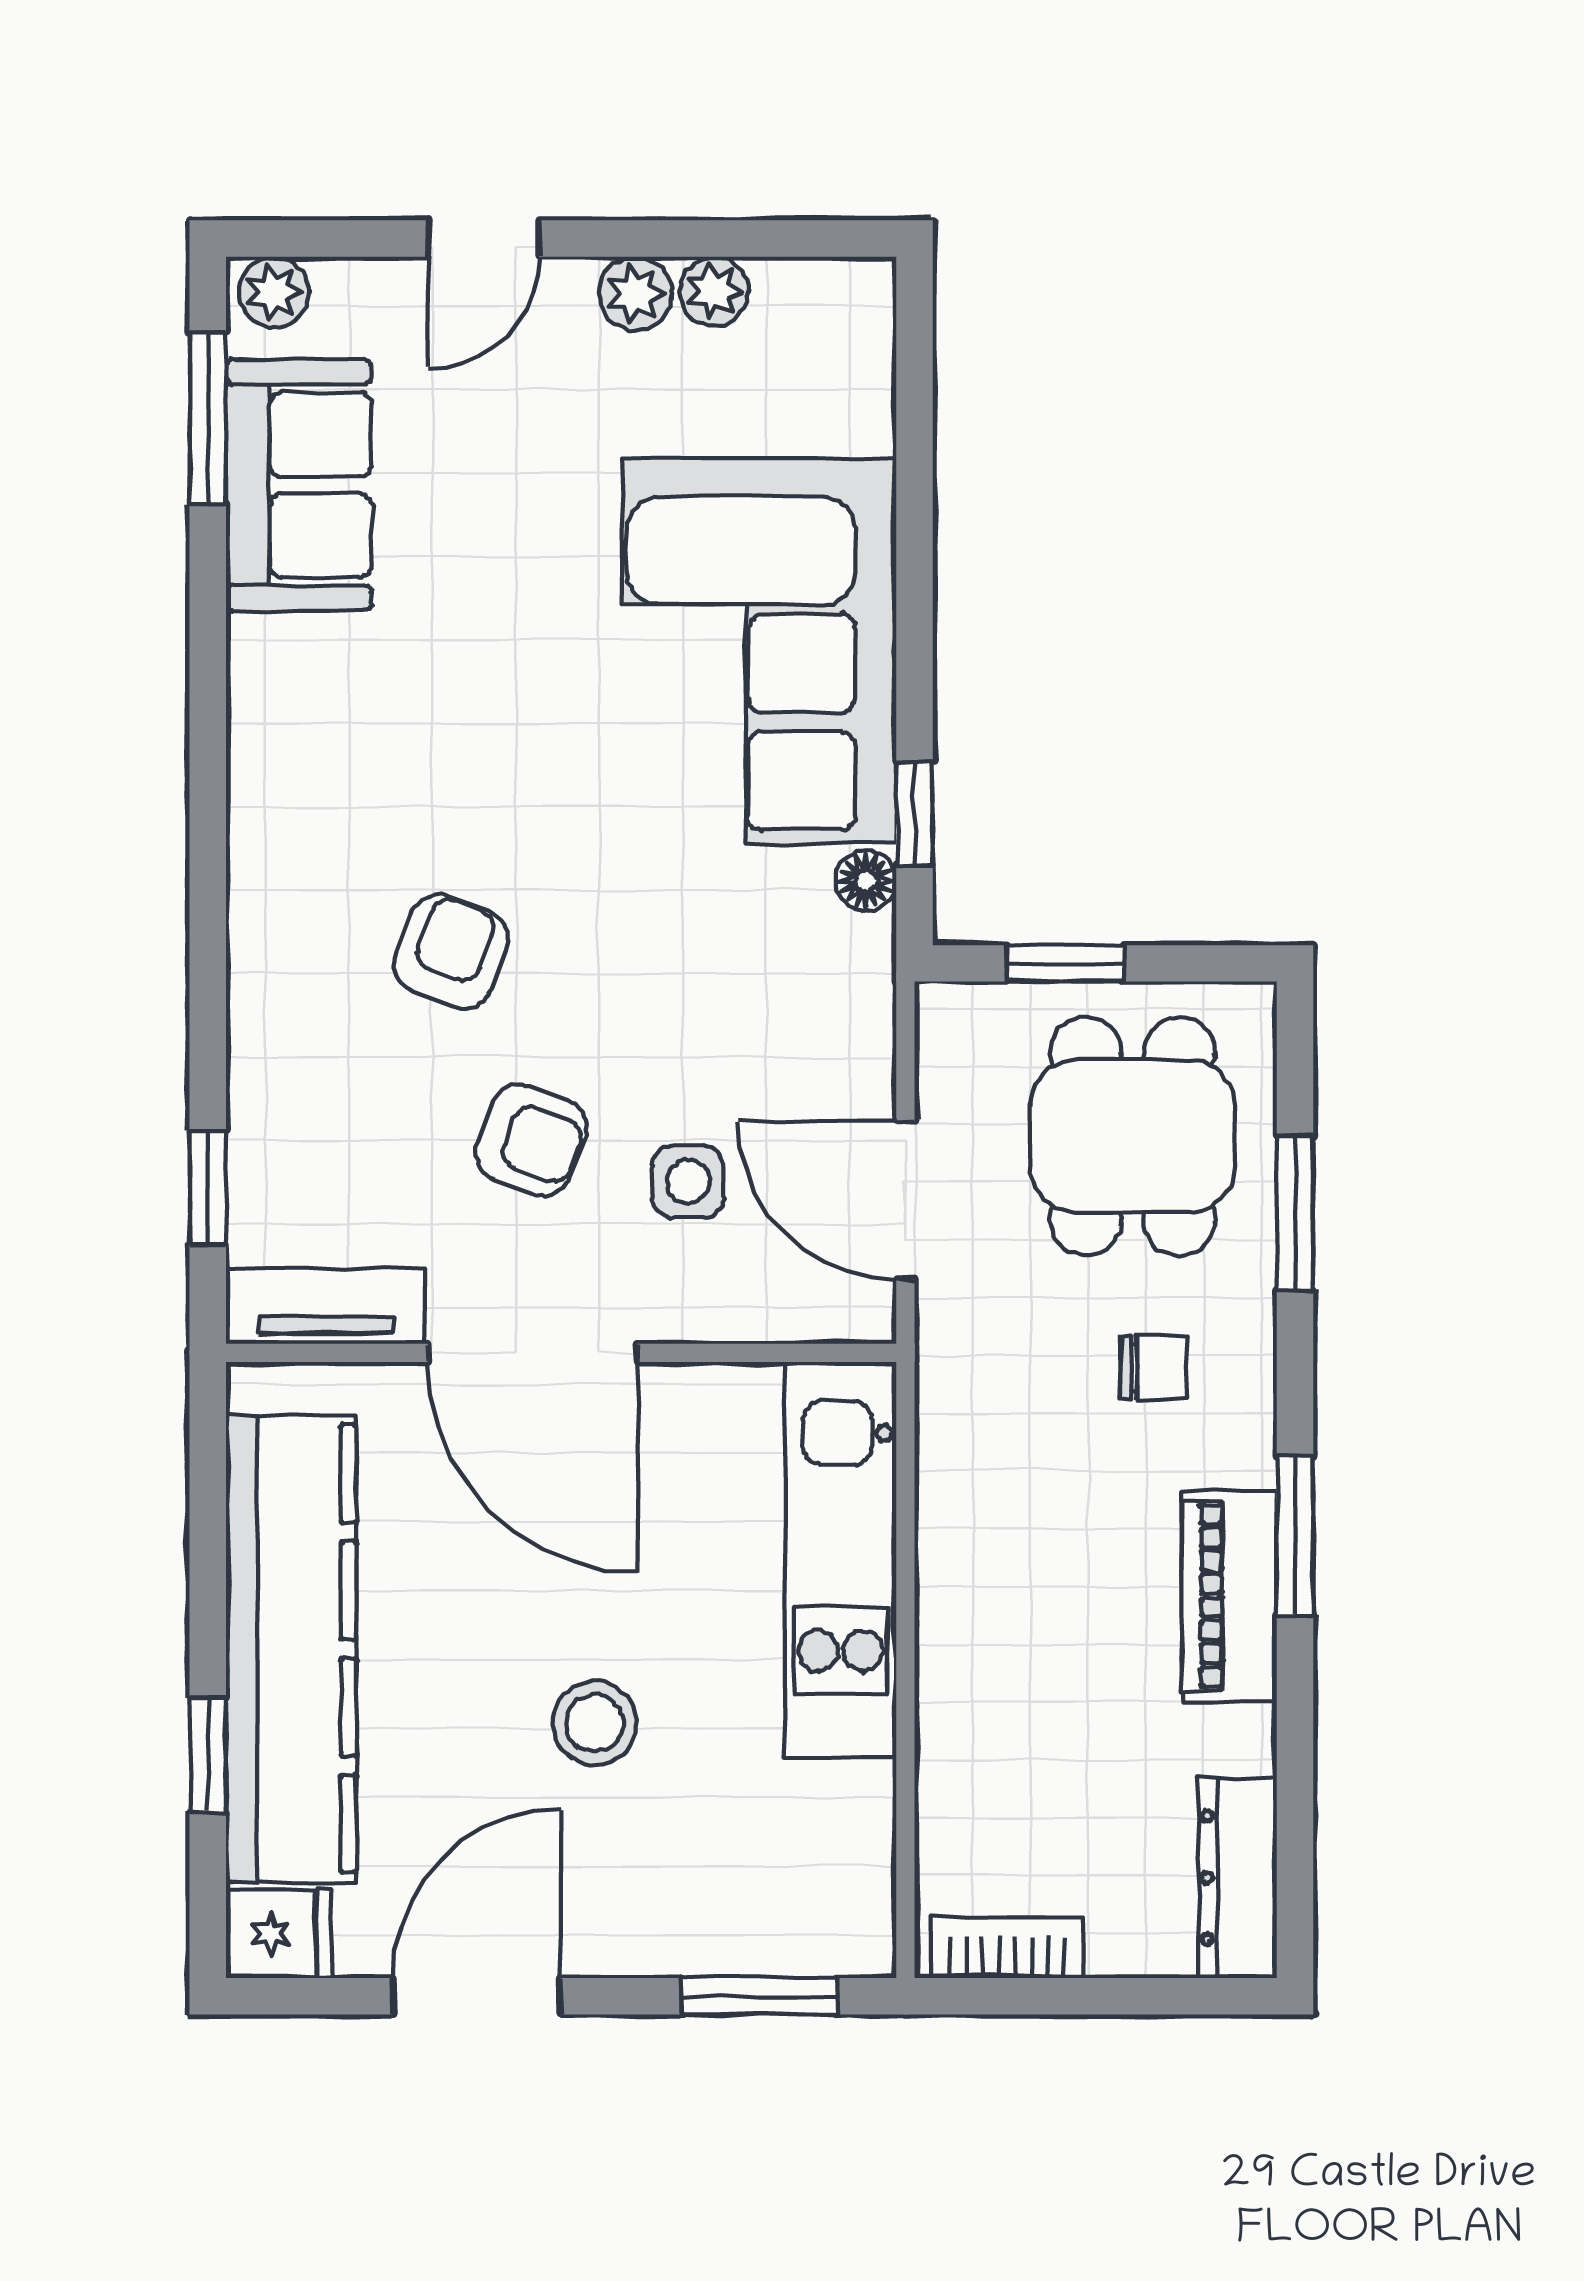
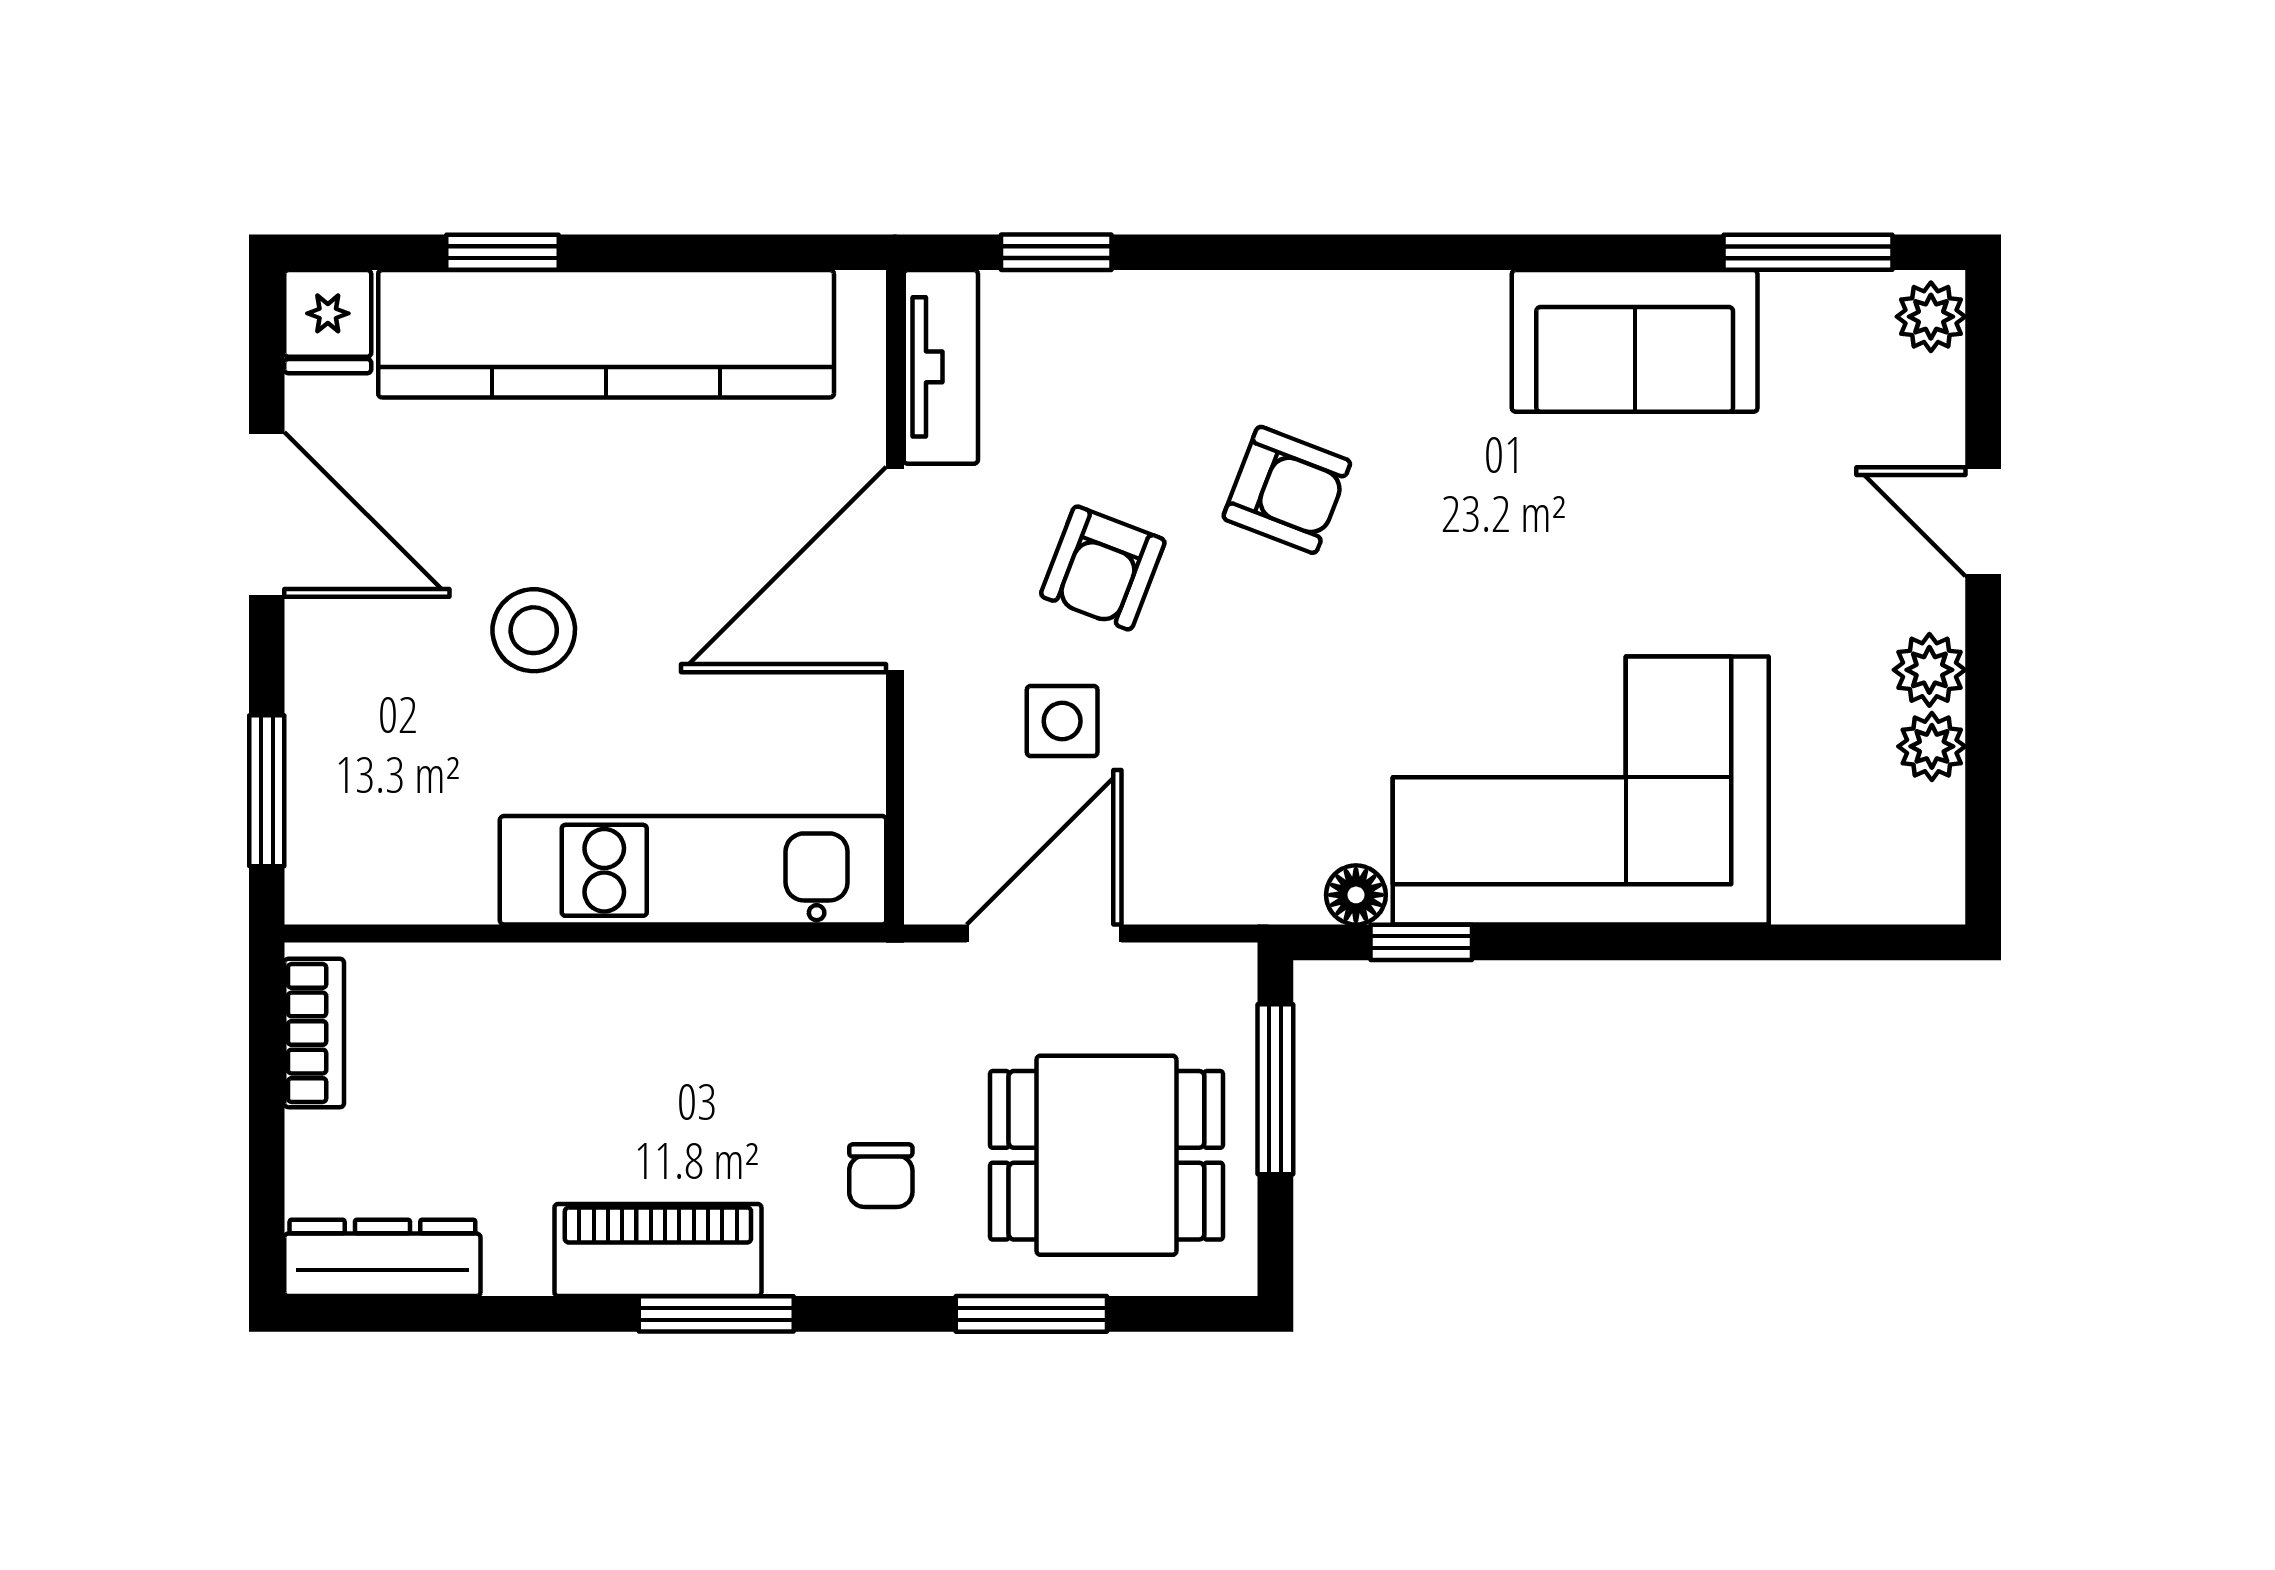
sofa: (299, 485) -> (1635, 341), moved
window: (1065, 963) -> (1275, 1089), width x1.50

